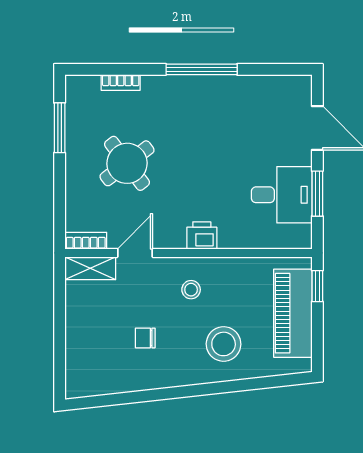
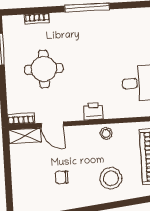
round table: (127, 163) -> (44, 69), turned 37
door: (135, 253) -> (52, 125), swing flipped
stool: (191, 290) -> (106, 133), moved

